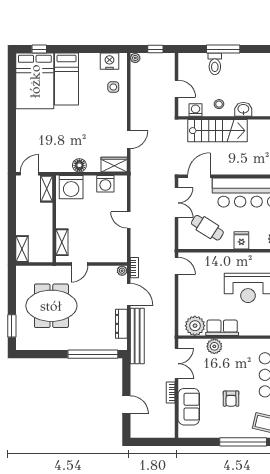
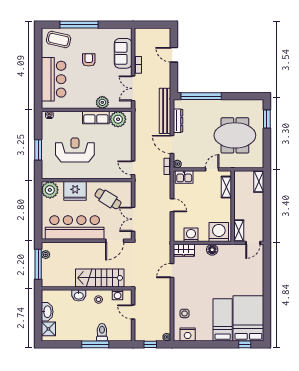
fridge: (241, 240) -> (75, 191), width x1.88, depth x1.34
kitchen sink: (114, 255) -> (184, 177), added

